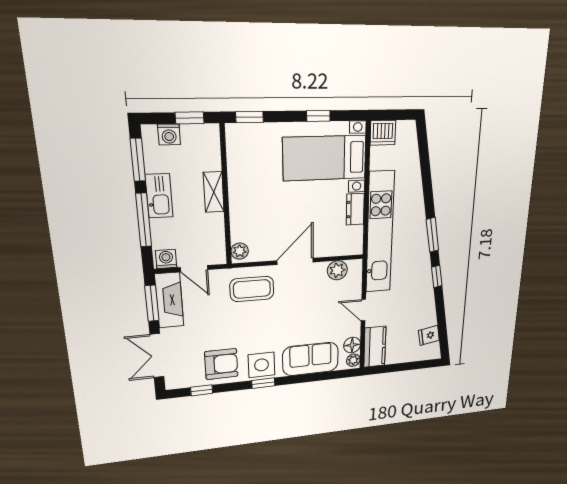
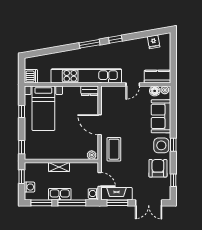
dresser: (355, 209) -> (90, 91), moved
door: (194, 269) -> (100, 180), hinge flipped
plant: (337, 270) -> (107, 101), removed

